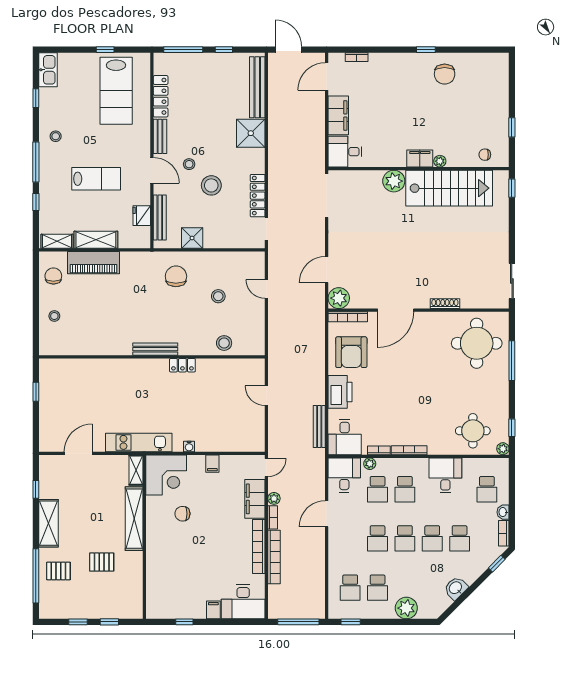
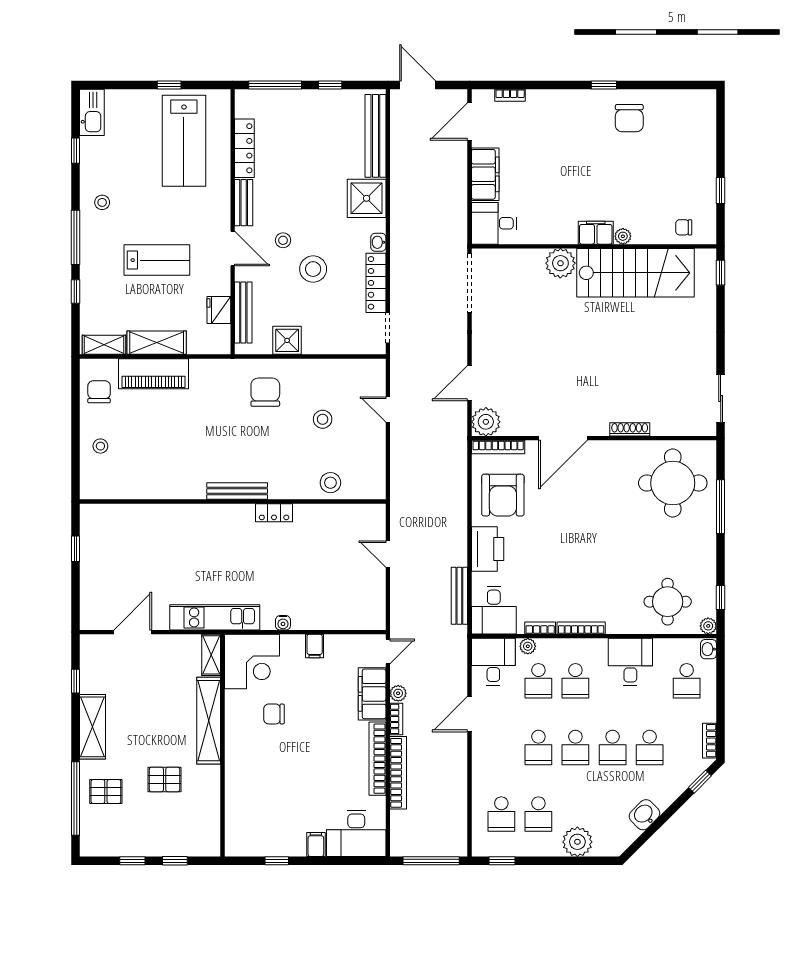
washbasin: (259, 166) -> (378, 242), added
washbasin: (503, 512) -> (709, 649), moved

